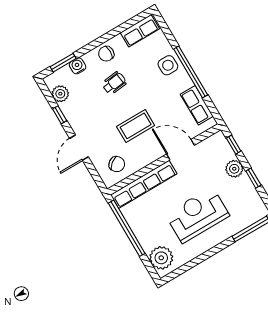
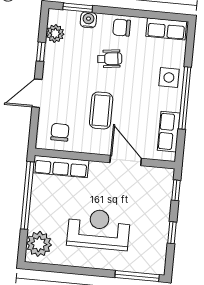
coffee table: (136, 126) -> (101, 110), turned 90
chair: (117, 164) -> (60, 132), turned -142
plant: (234, 169) -> (161, 212), removed
row of seats: (144, 184) -> (61, 167), width x0.73

